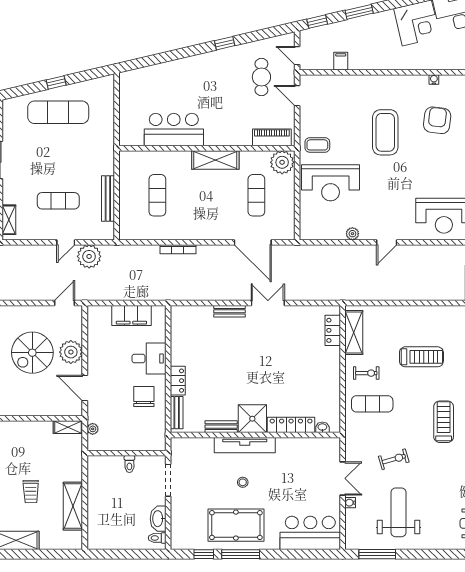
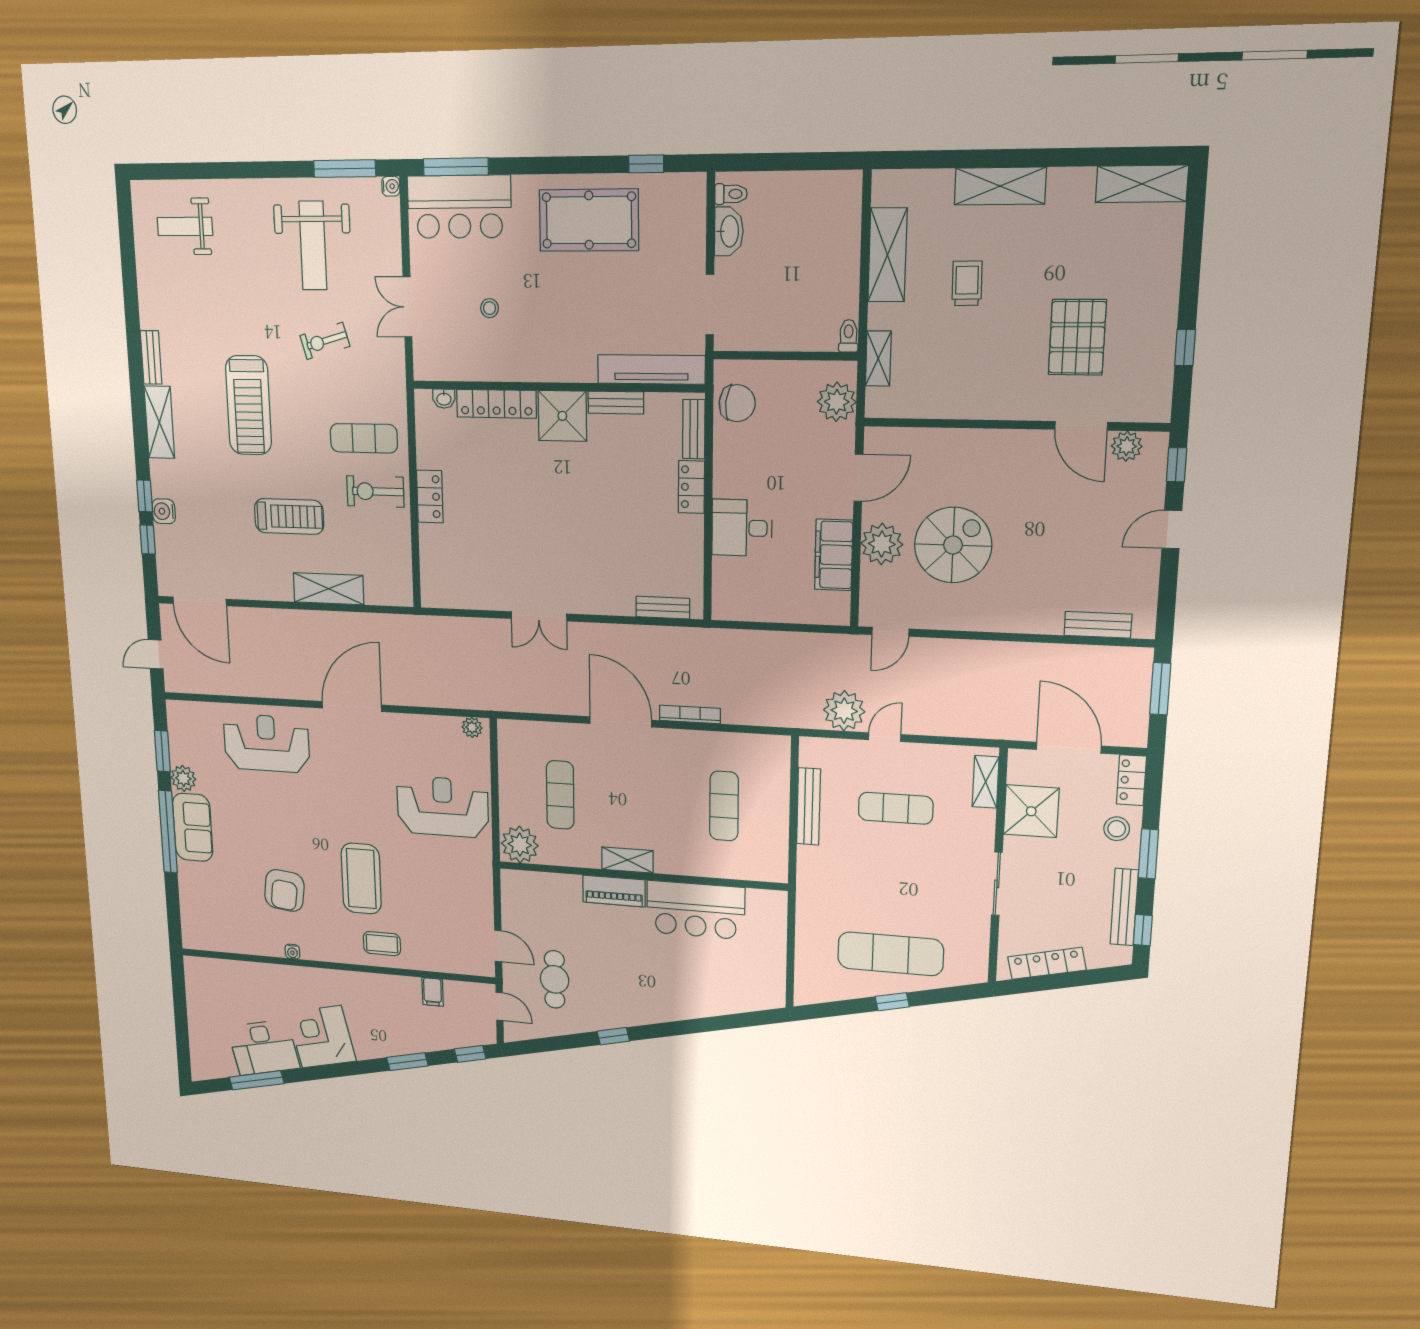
piano: (272, 137) -> (614, 891), moved
coffee table: (317, 145) -> (382, 944), moved
shelving: (215, 160) -> (627, 860), width x0.67, depth x0.75
plant: (352, 234) -> (472, 727), moved
door: (253, 242) -> (621, 722), moved
door: (387, 242) -> (352, 706), width x1.88
bench: (230, 311) -> (663, 608), moved
filing cabinet: (131, 315) -> (834, 555), moved, turned -90
locker: (333, 330) -> (430, 497), moved
shelving: (354, 332) -> (329, 589), moved, turned 90
treadmill: (421, 357) -> (289, 516), turned 180
exercise bike: (366, 373) -> (375, 491), width x1.38, depth x1.39
door: (85, 388) -> (858, 478), hinge flipped
chair: (144, 397) -> (737, 403), moved, turned -84
treadmill: (444, 422) -> (249, 405), width x1.37, depth x1.38
shelving: (68, 427) -> (878, 358), moved, turned 90
plant: (93, 429) -> (837, 402), width x1.88, depth x1.88
tv unit: (245, 445) -> (651, 369), moved
toilet: (129, 464) -> (849, 336), moved
stool: (243, 482) -> (490, 308), moved
water cooler: (350, 503) -> (391, 186), moved
window: (241, 554) -> (456, 167), moved

